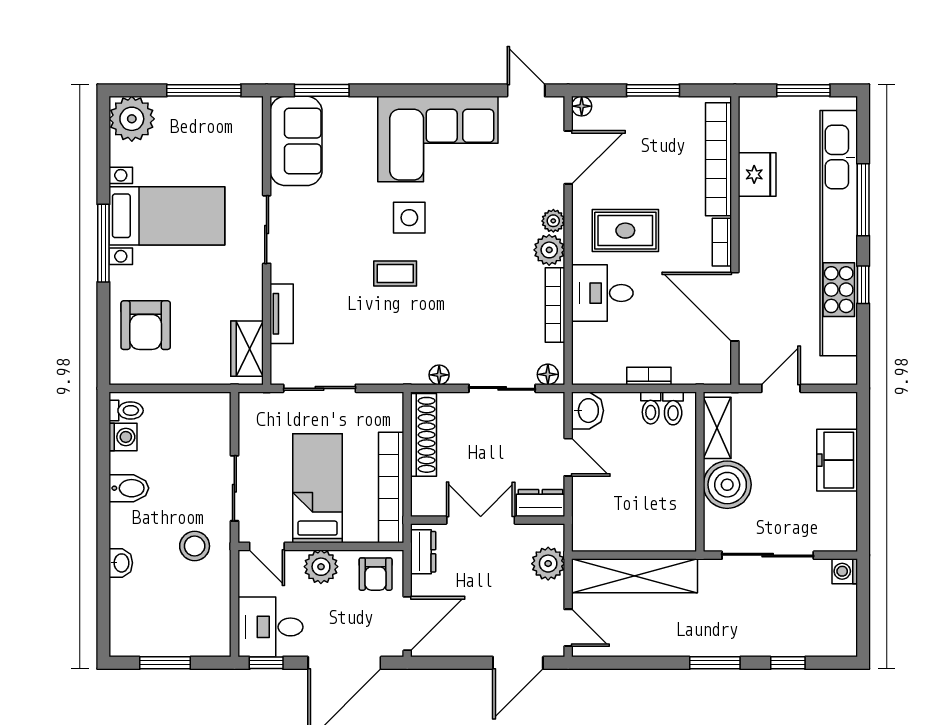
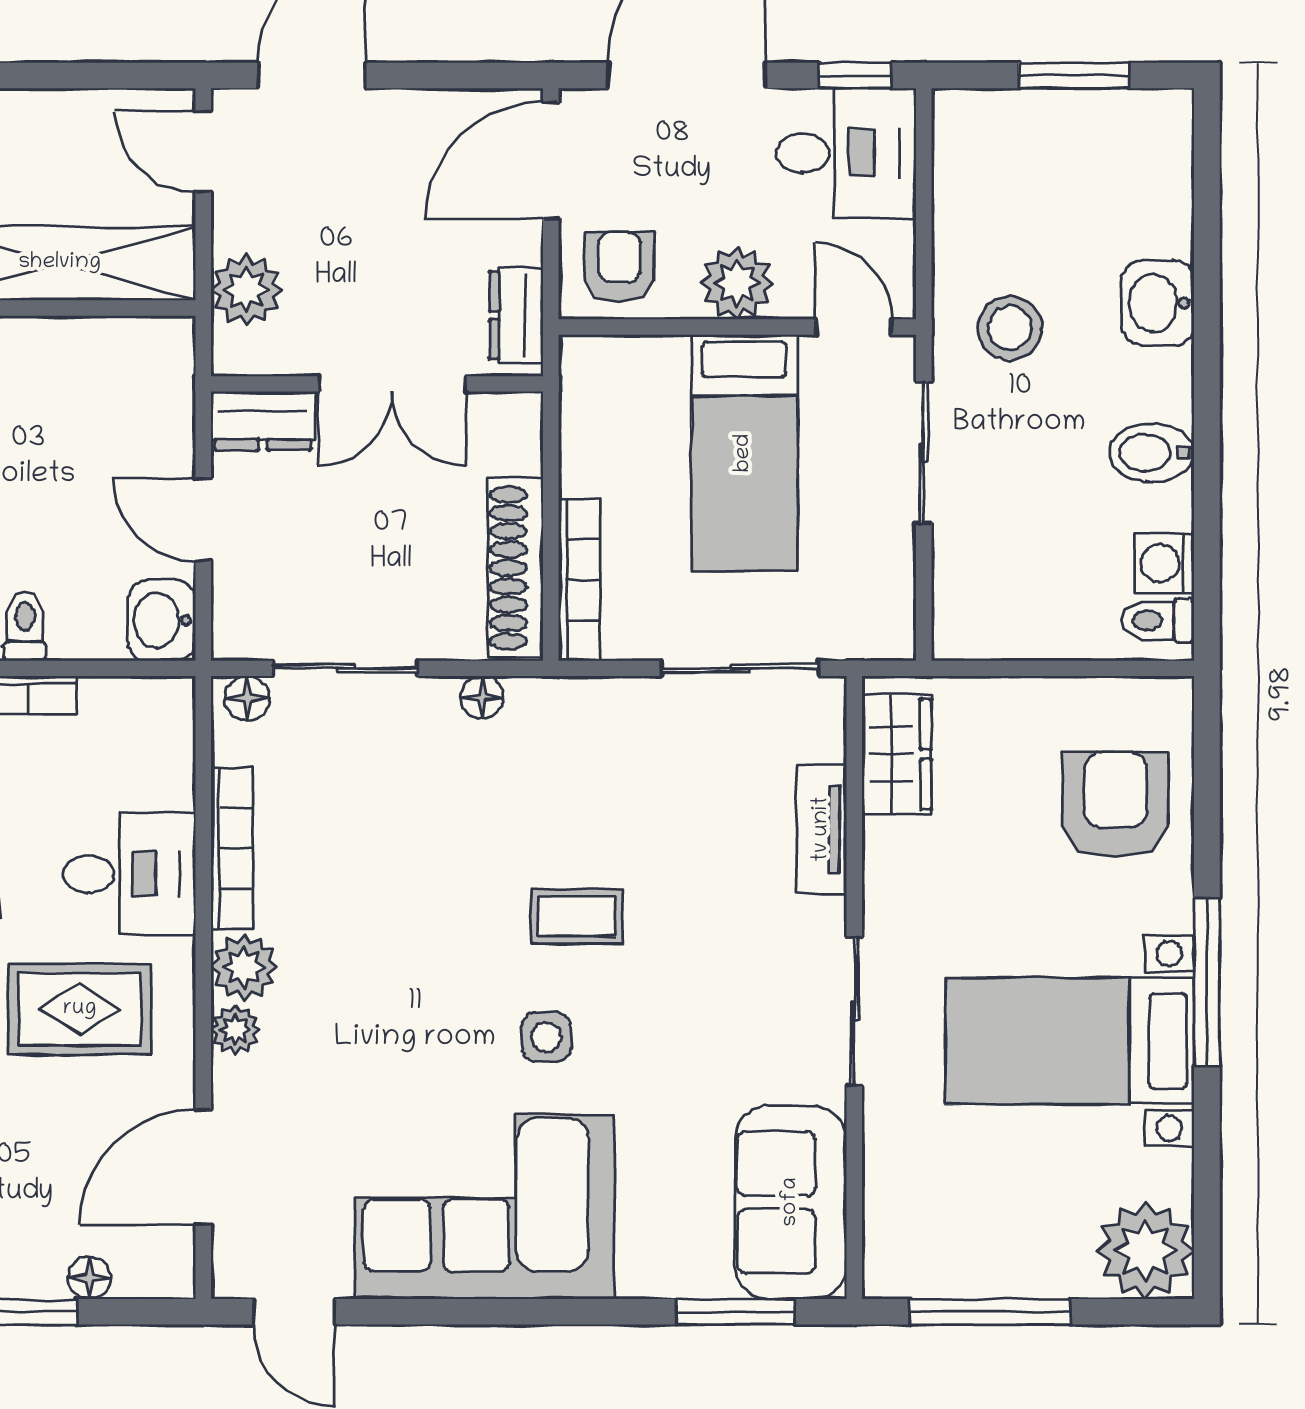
floor lamp: (582, 106) -> (89, 1278), moved
side table: (409, 218) -> (546, 1037), width x0.73, depth x0.73
bookcase: (391, 487) -> (579, 580), moved, width x0.68, depth x0.76
washbasin: (121, 563) -> (1158, 303), width x1.38, depth x1.45

